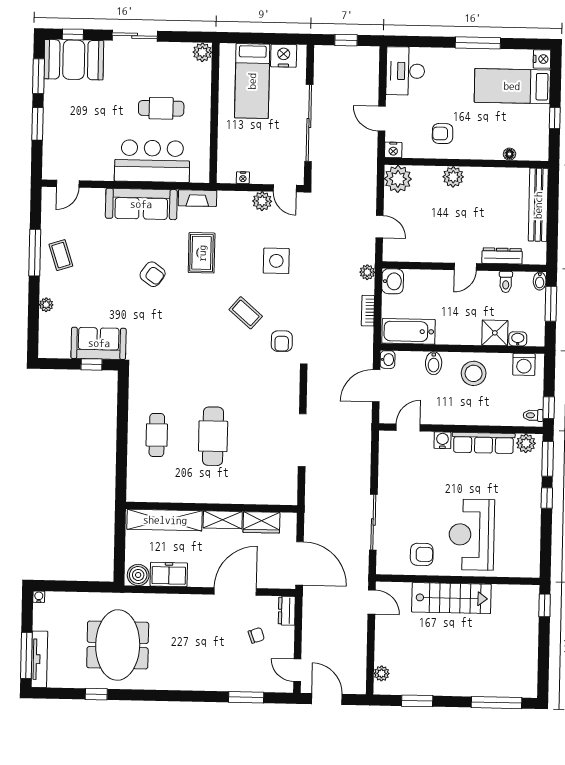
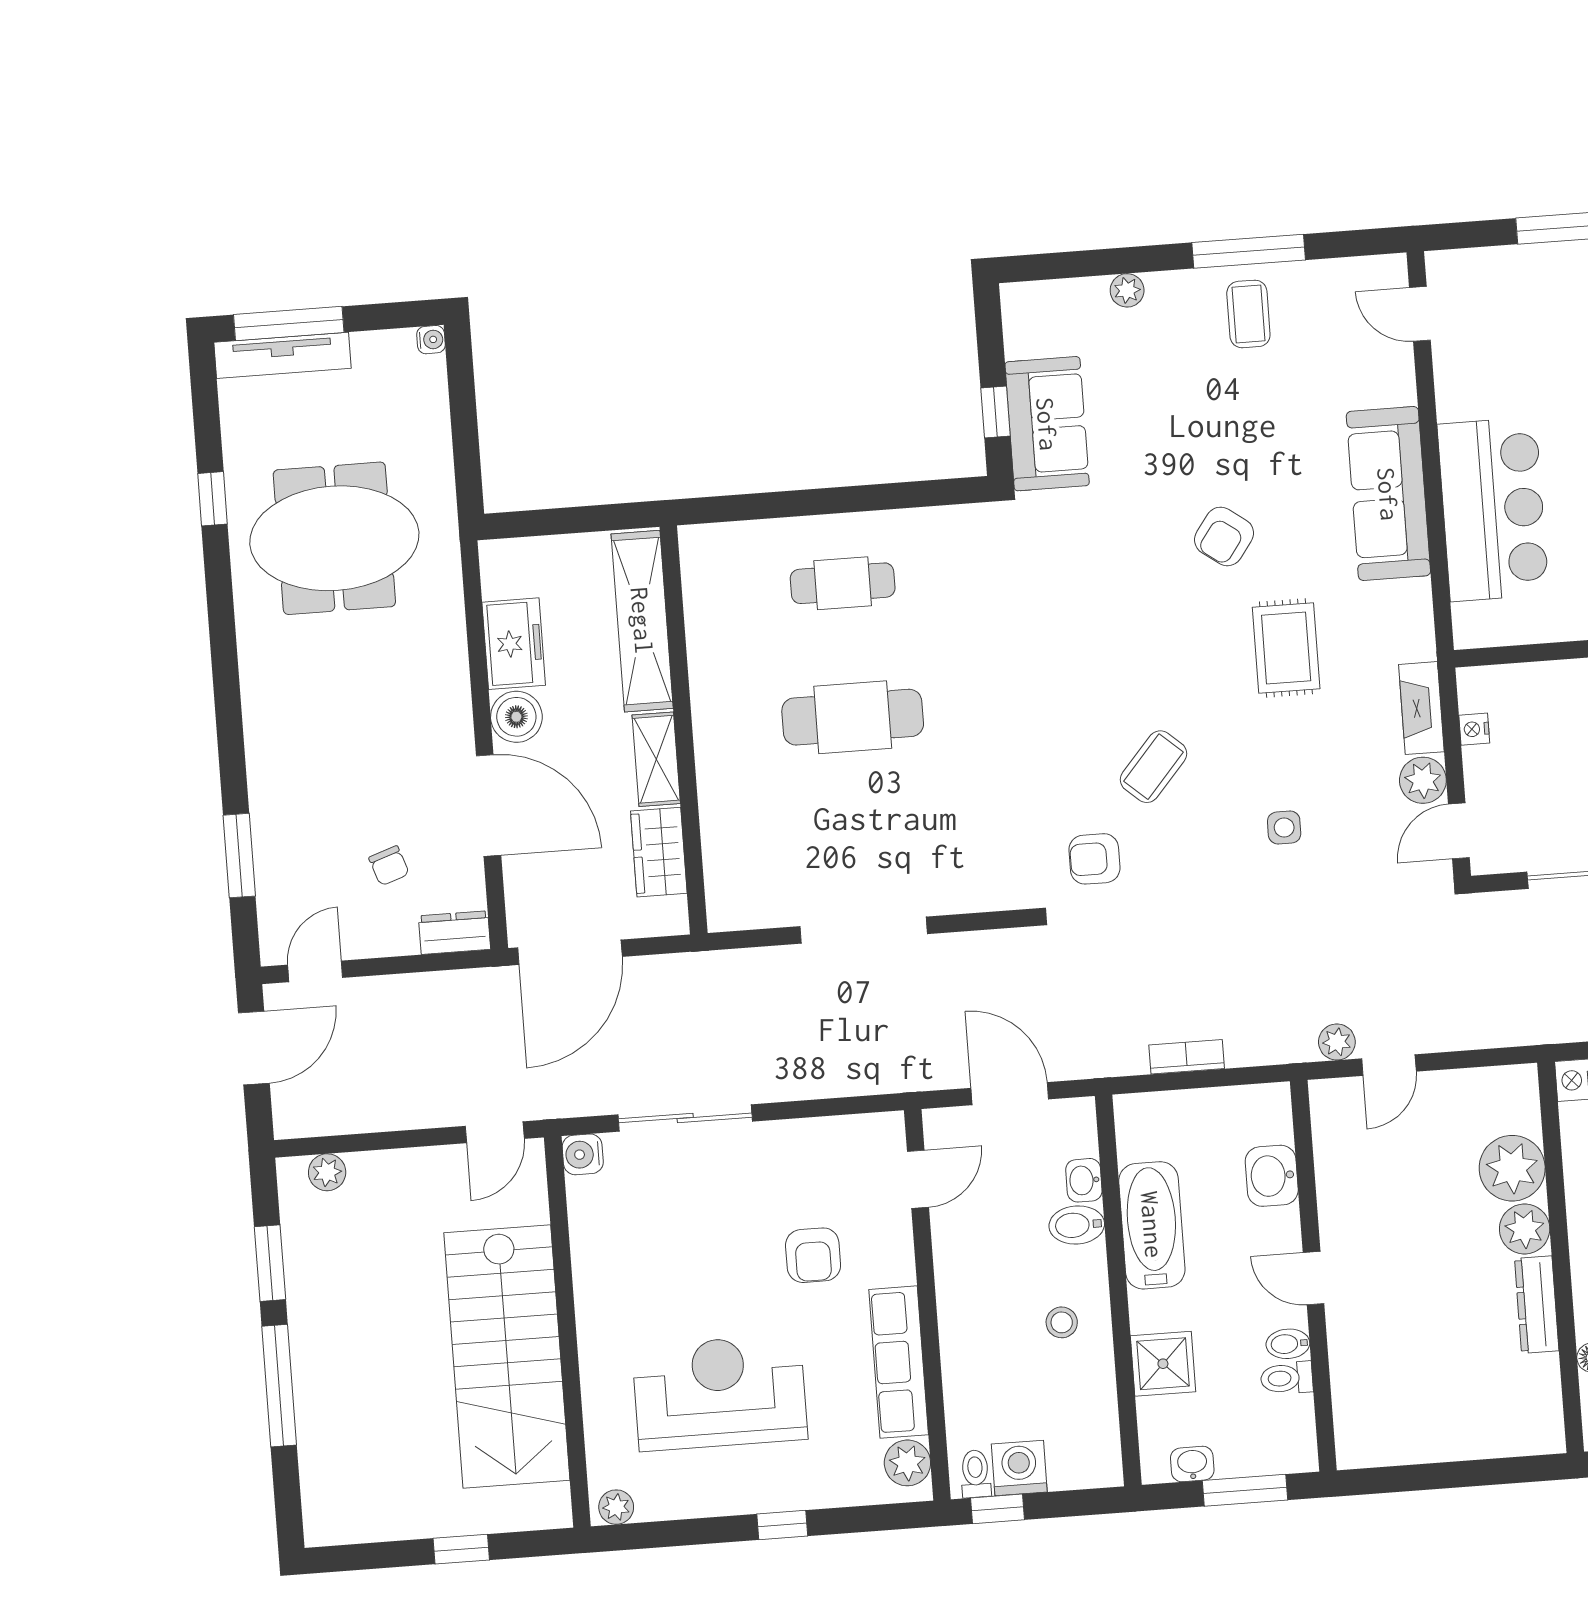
plant: (398, 179) -> (1512, 1168), moved
fireplace: (197, 198) -> (1421, 708), moved
bench: (538, 205) -> (1478, 1438), removed
rug: (202, 253) -> (1286, 648), turned 90
coffee table: (61, 255) -> (1248, 314), turned -72
dresser: (502, 256) -> (1537, 1305), moved, turned 180
side table: (276, 261) -> (1284, 828), width x0.54, depth x0.54
plant: (367, 272) -> (1337, 1042), moved
washbasin: (393, 281) -> (1272, 1176), moved, turned 90
bidet: (540, 281) -> (1288, 1344), moved
bathtub: (409, 331) -> (1152, 1225), moved
washbasin: (518, 339) -> (1192, 1464), moved, turned -90
washbasin: (388, 360) -> (1084, 1180), moved, turned 90
washing machine: (524, 364) -> (1019, 1468), moved, turned 90
stool: (474, 373) -> (1062, 1322), width x0.53, depth x0.53
door: (408, 428) -> (918, 1179), hinge flipped
water cooler: (442, 440) -> (583, 1154), moved, turned 180
window: (548, 459) -> (875, 1518), removed
reception desk: (472, 535) -> (720, 1393), moved
armchair: (422, 554) -> (813, 1255), moved
plant: (533, 566) -> (616, 1507), added
boiler: (138, 575) -> (516, 717), moved
stairs: (451, 598) -> (507, 1357), width x1.36, depth x1.51
window: (545, 605) -> (461, 1549), moved
window: (497, 703) -> (279, 1386), moved

